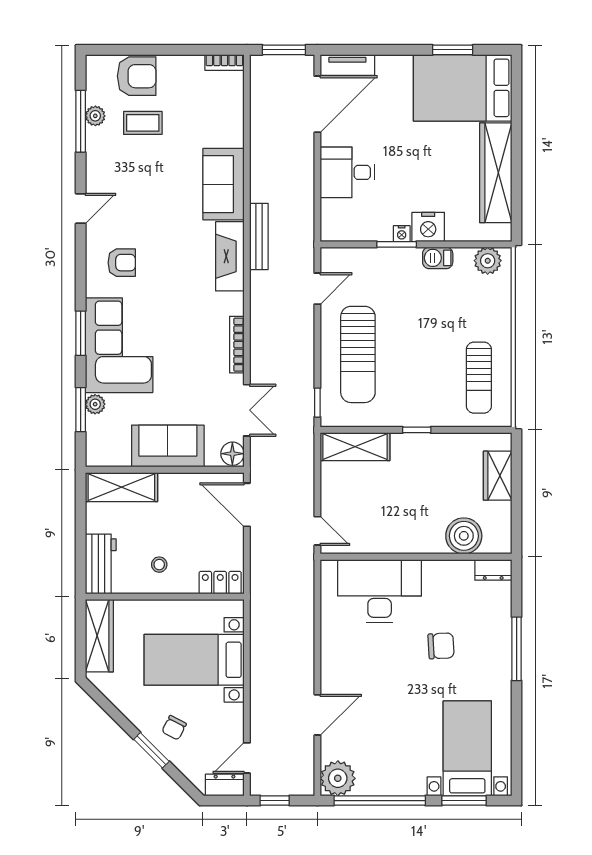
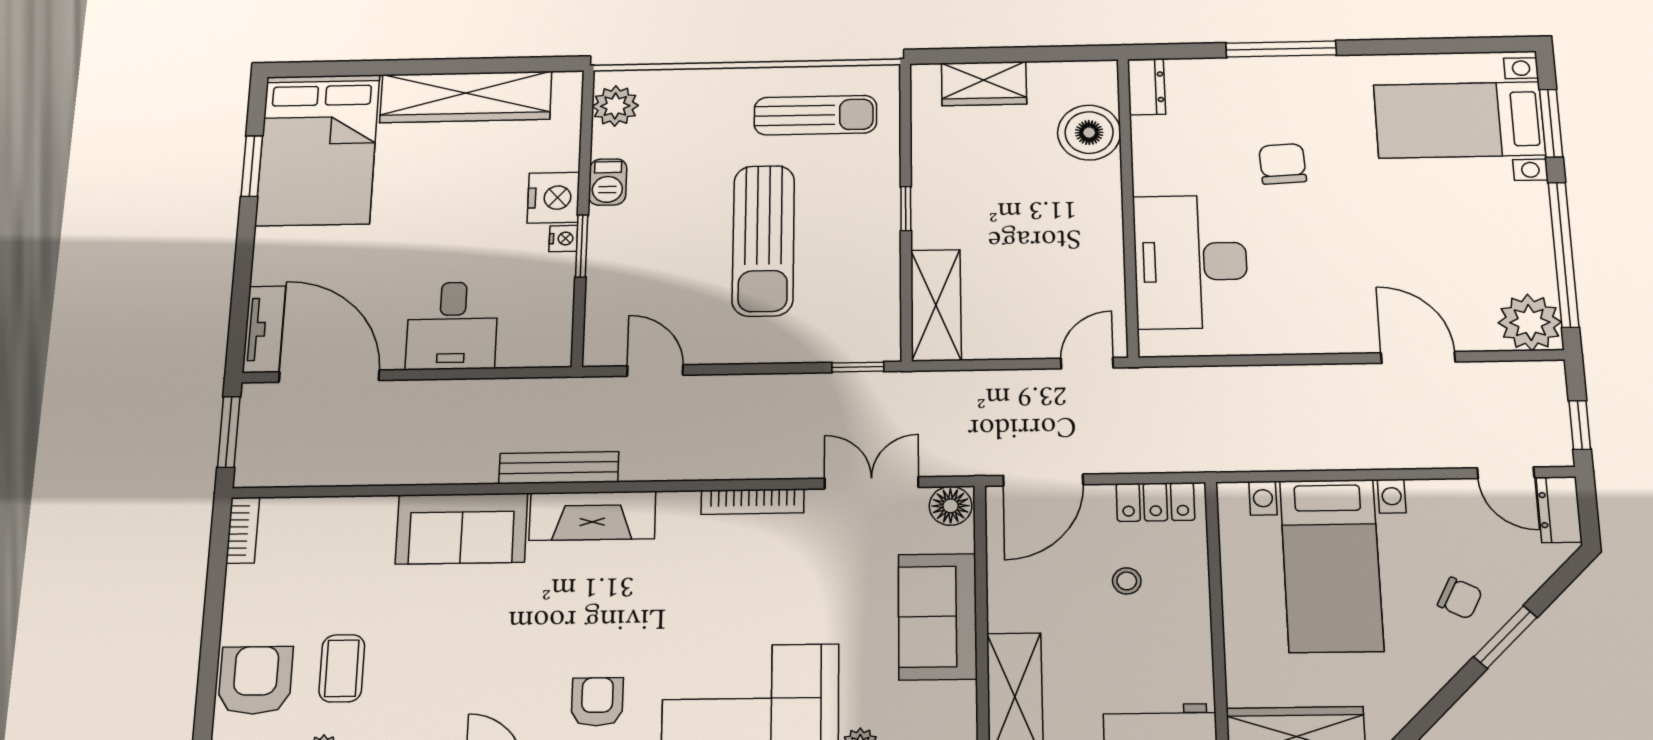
sun lounger: (358, 354) -> (763, 240), moved, turned 90
stool: (159, 565) -> (1127, 581), moved
locker: (220, 583) -> (1155, 502), moved, turned -90

